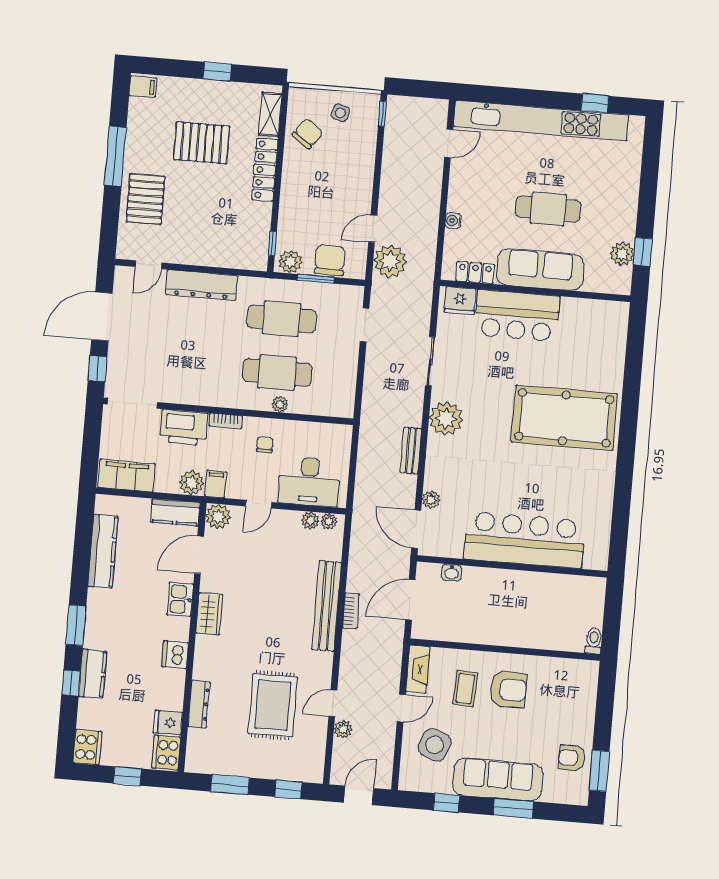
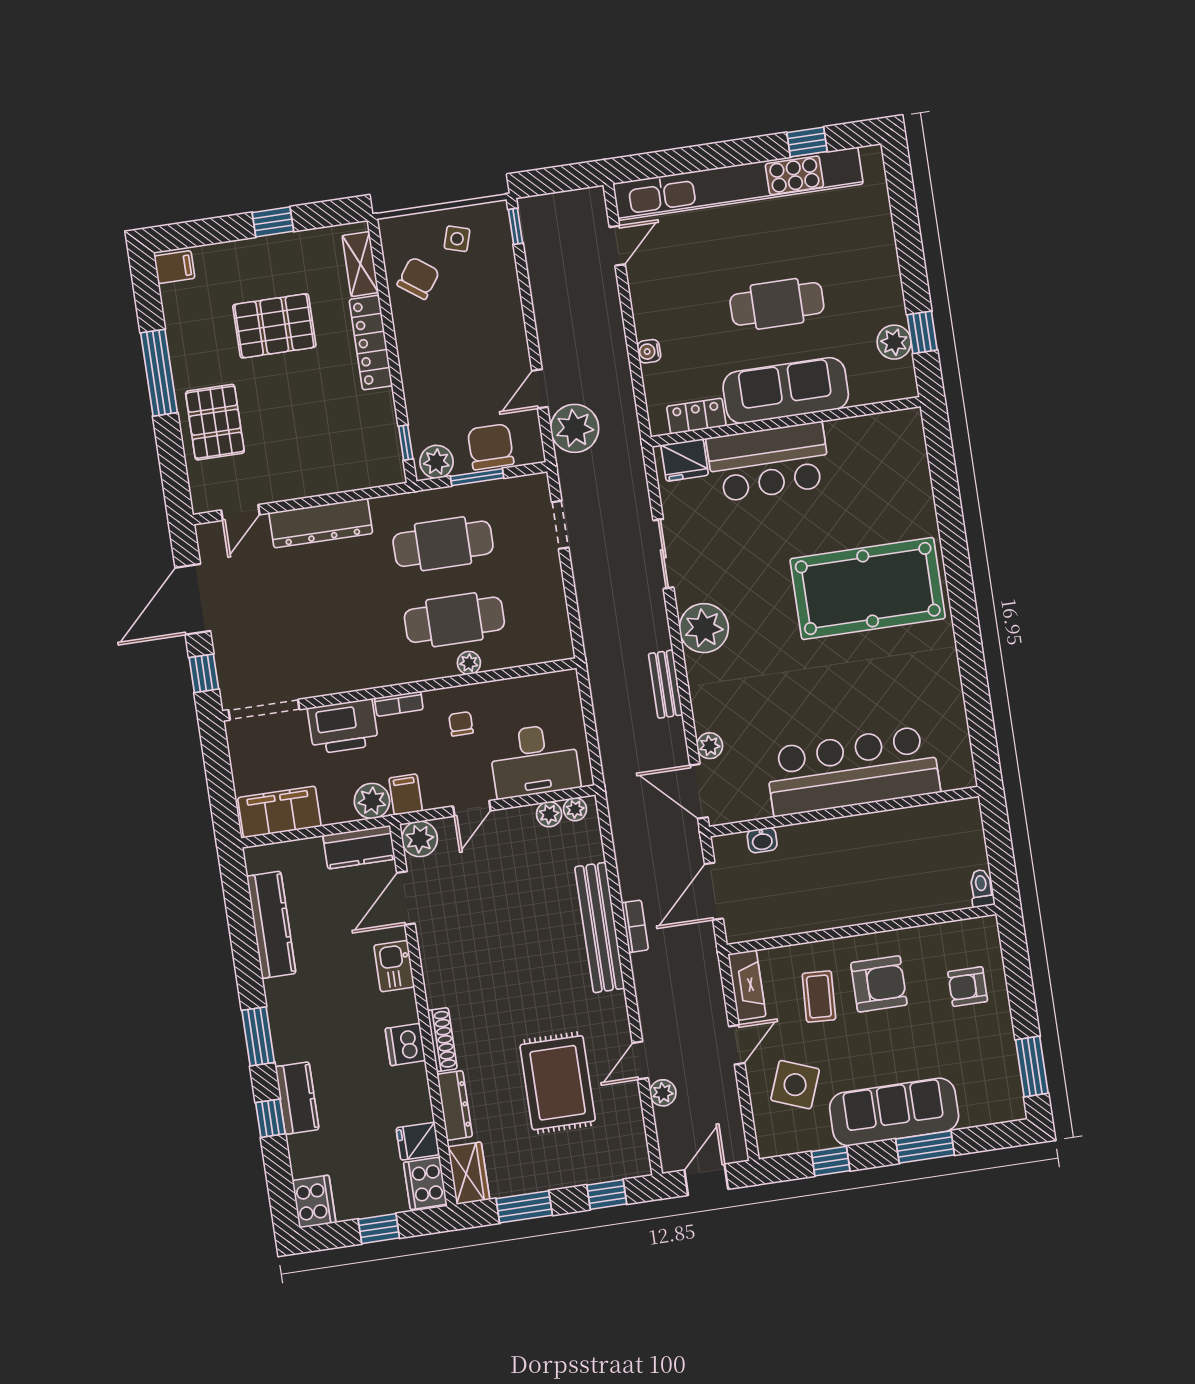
wardrobe: (209, 614) -> (469, 1173), moved
shoe rack: (201, 657) -> (442, 1040), added
armchair: (572, 758) -> (968, 987), moved

